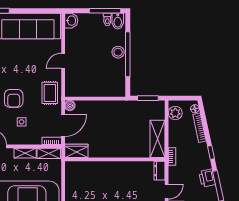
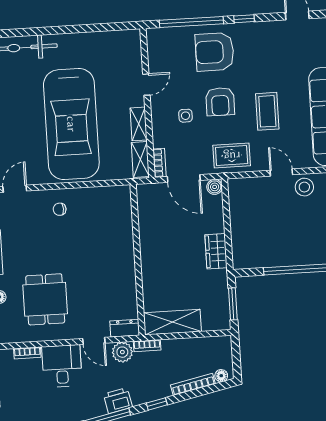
stool: (118, 52) -> (304, 187), moved
coffee table: (22, 68) -> (267, 111), added
armchair: (14, 98) -> (220, 102), turned -90
plant: (175, 113) -> (122, 352), moved
wardrobe: (76, 151) -> (216, 251), moved, turned 180

